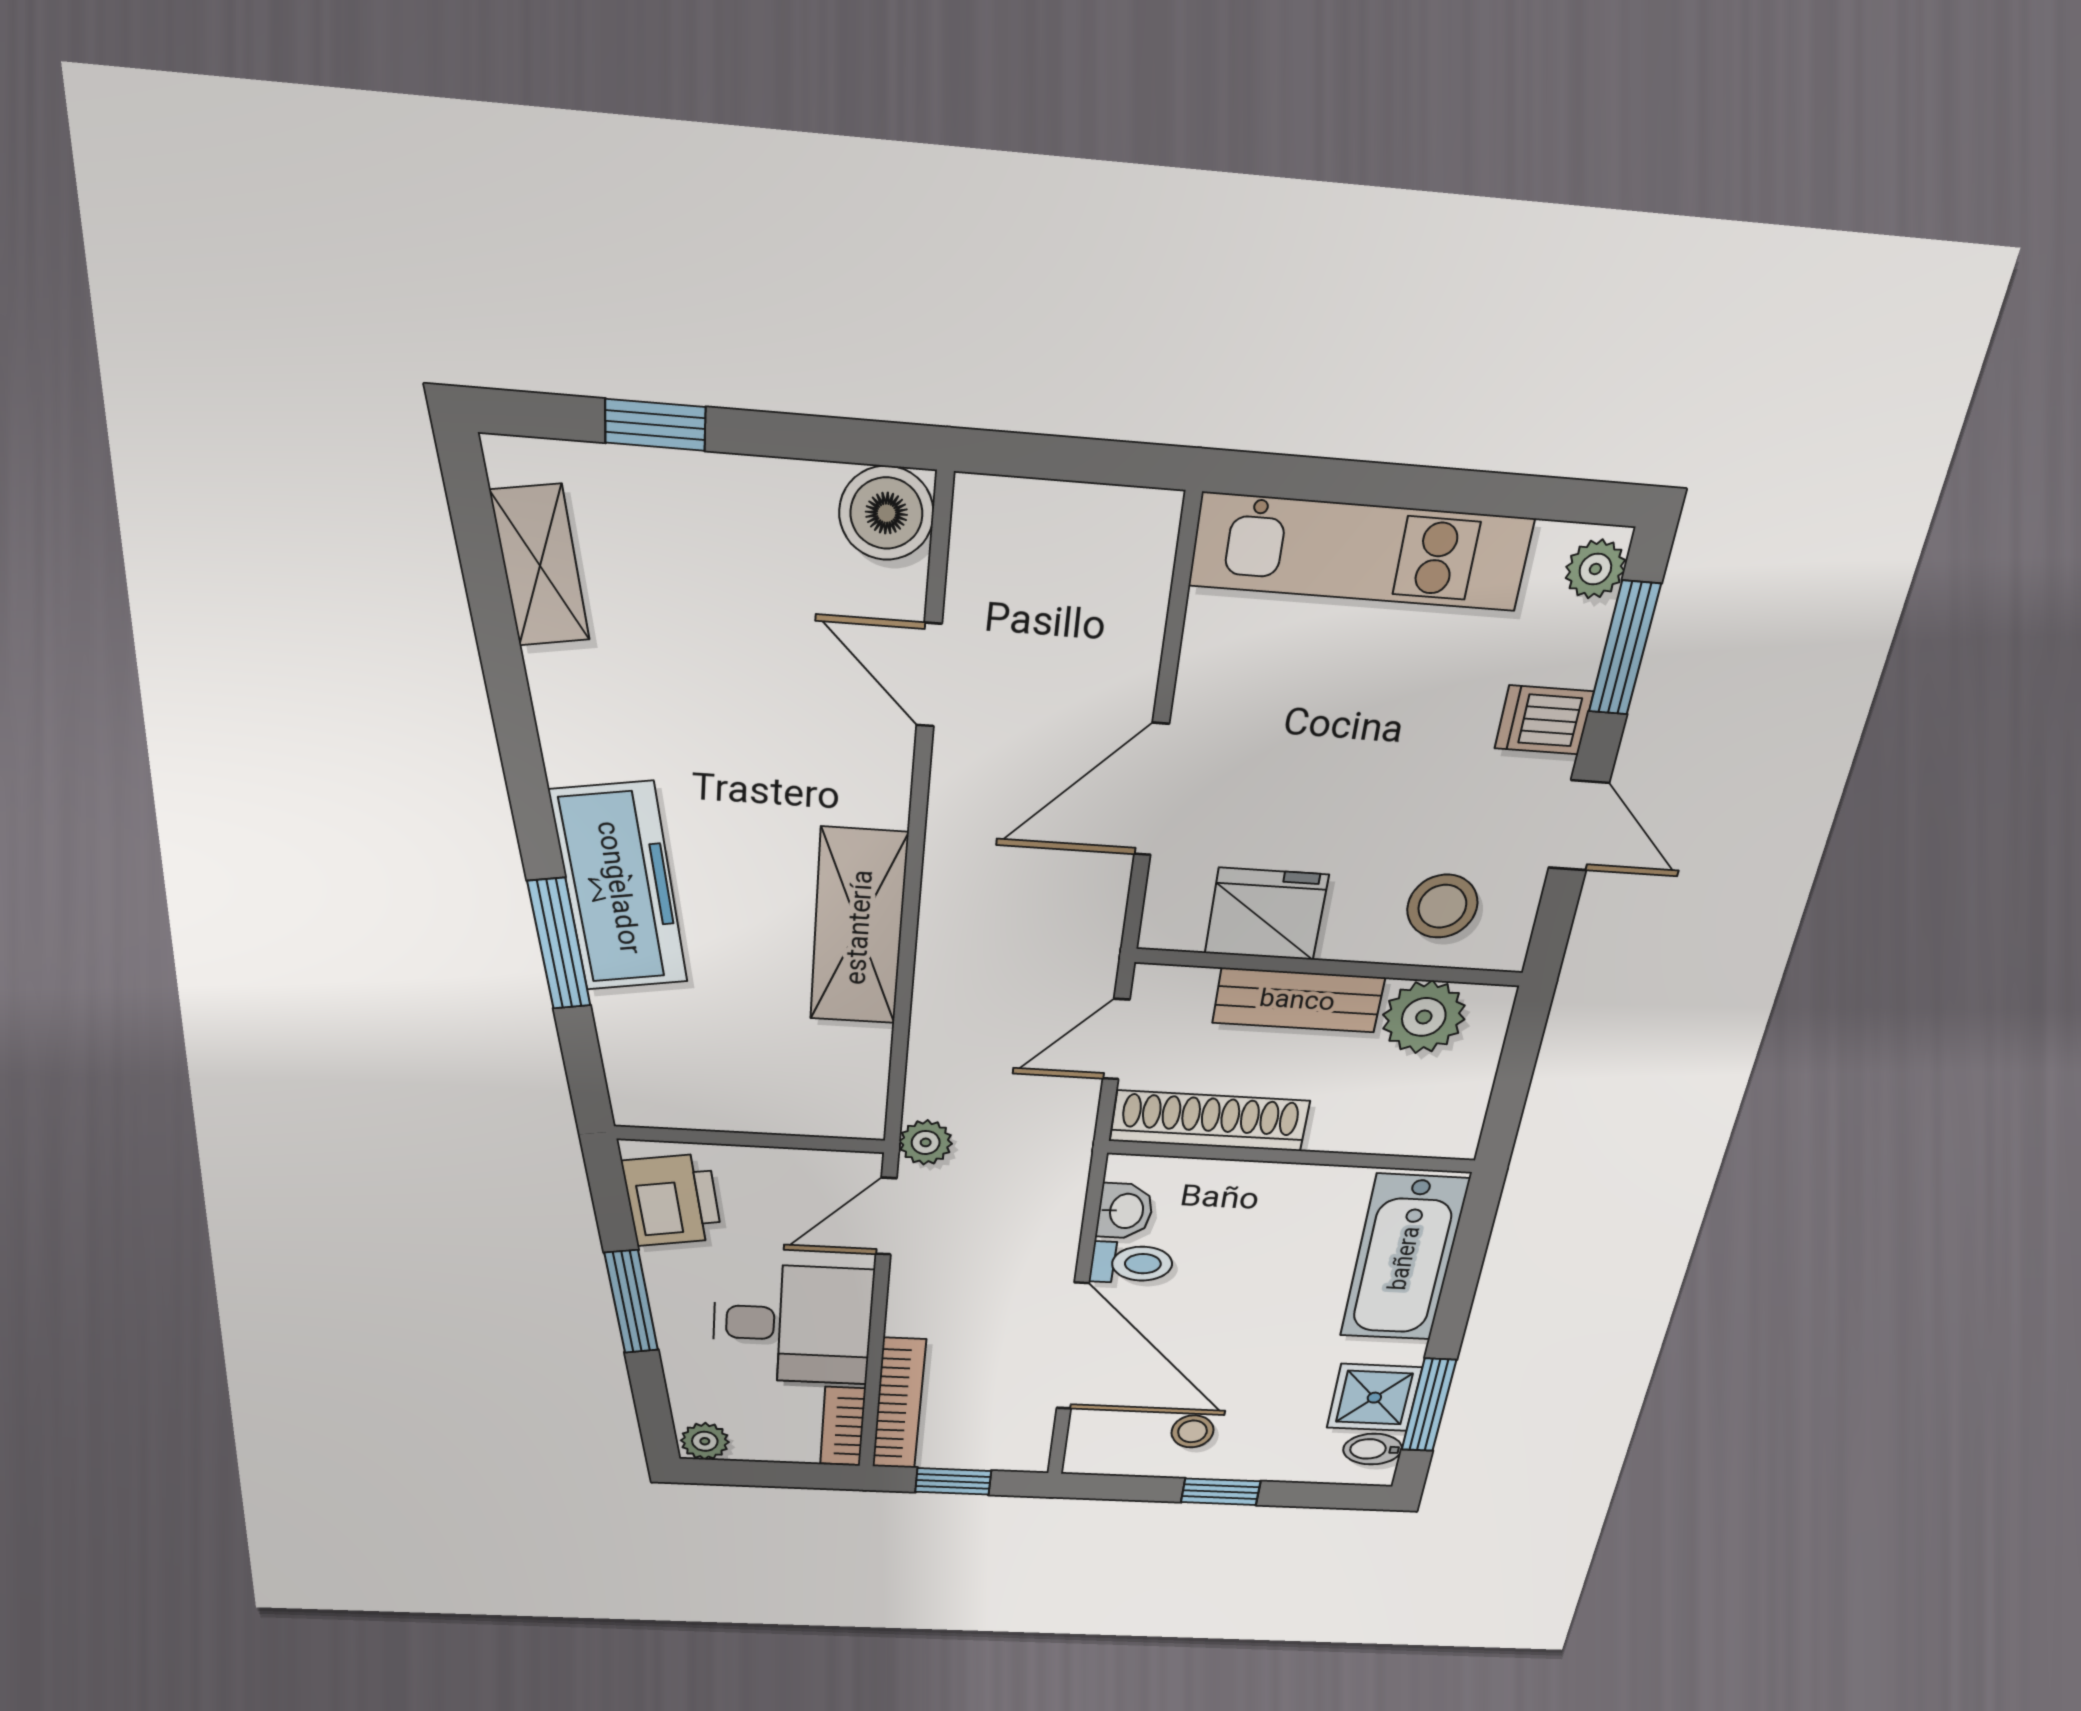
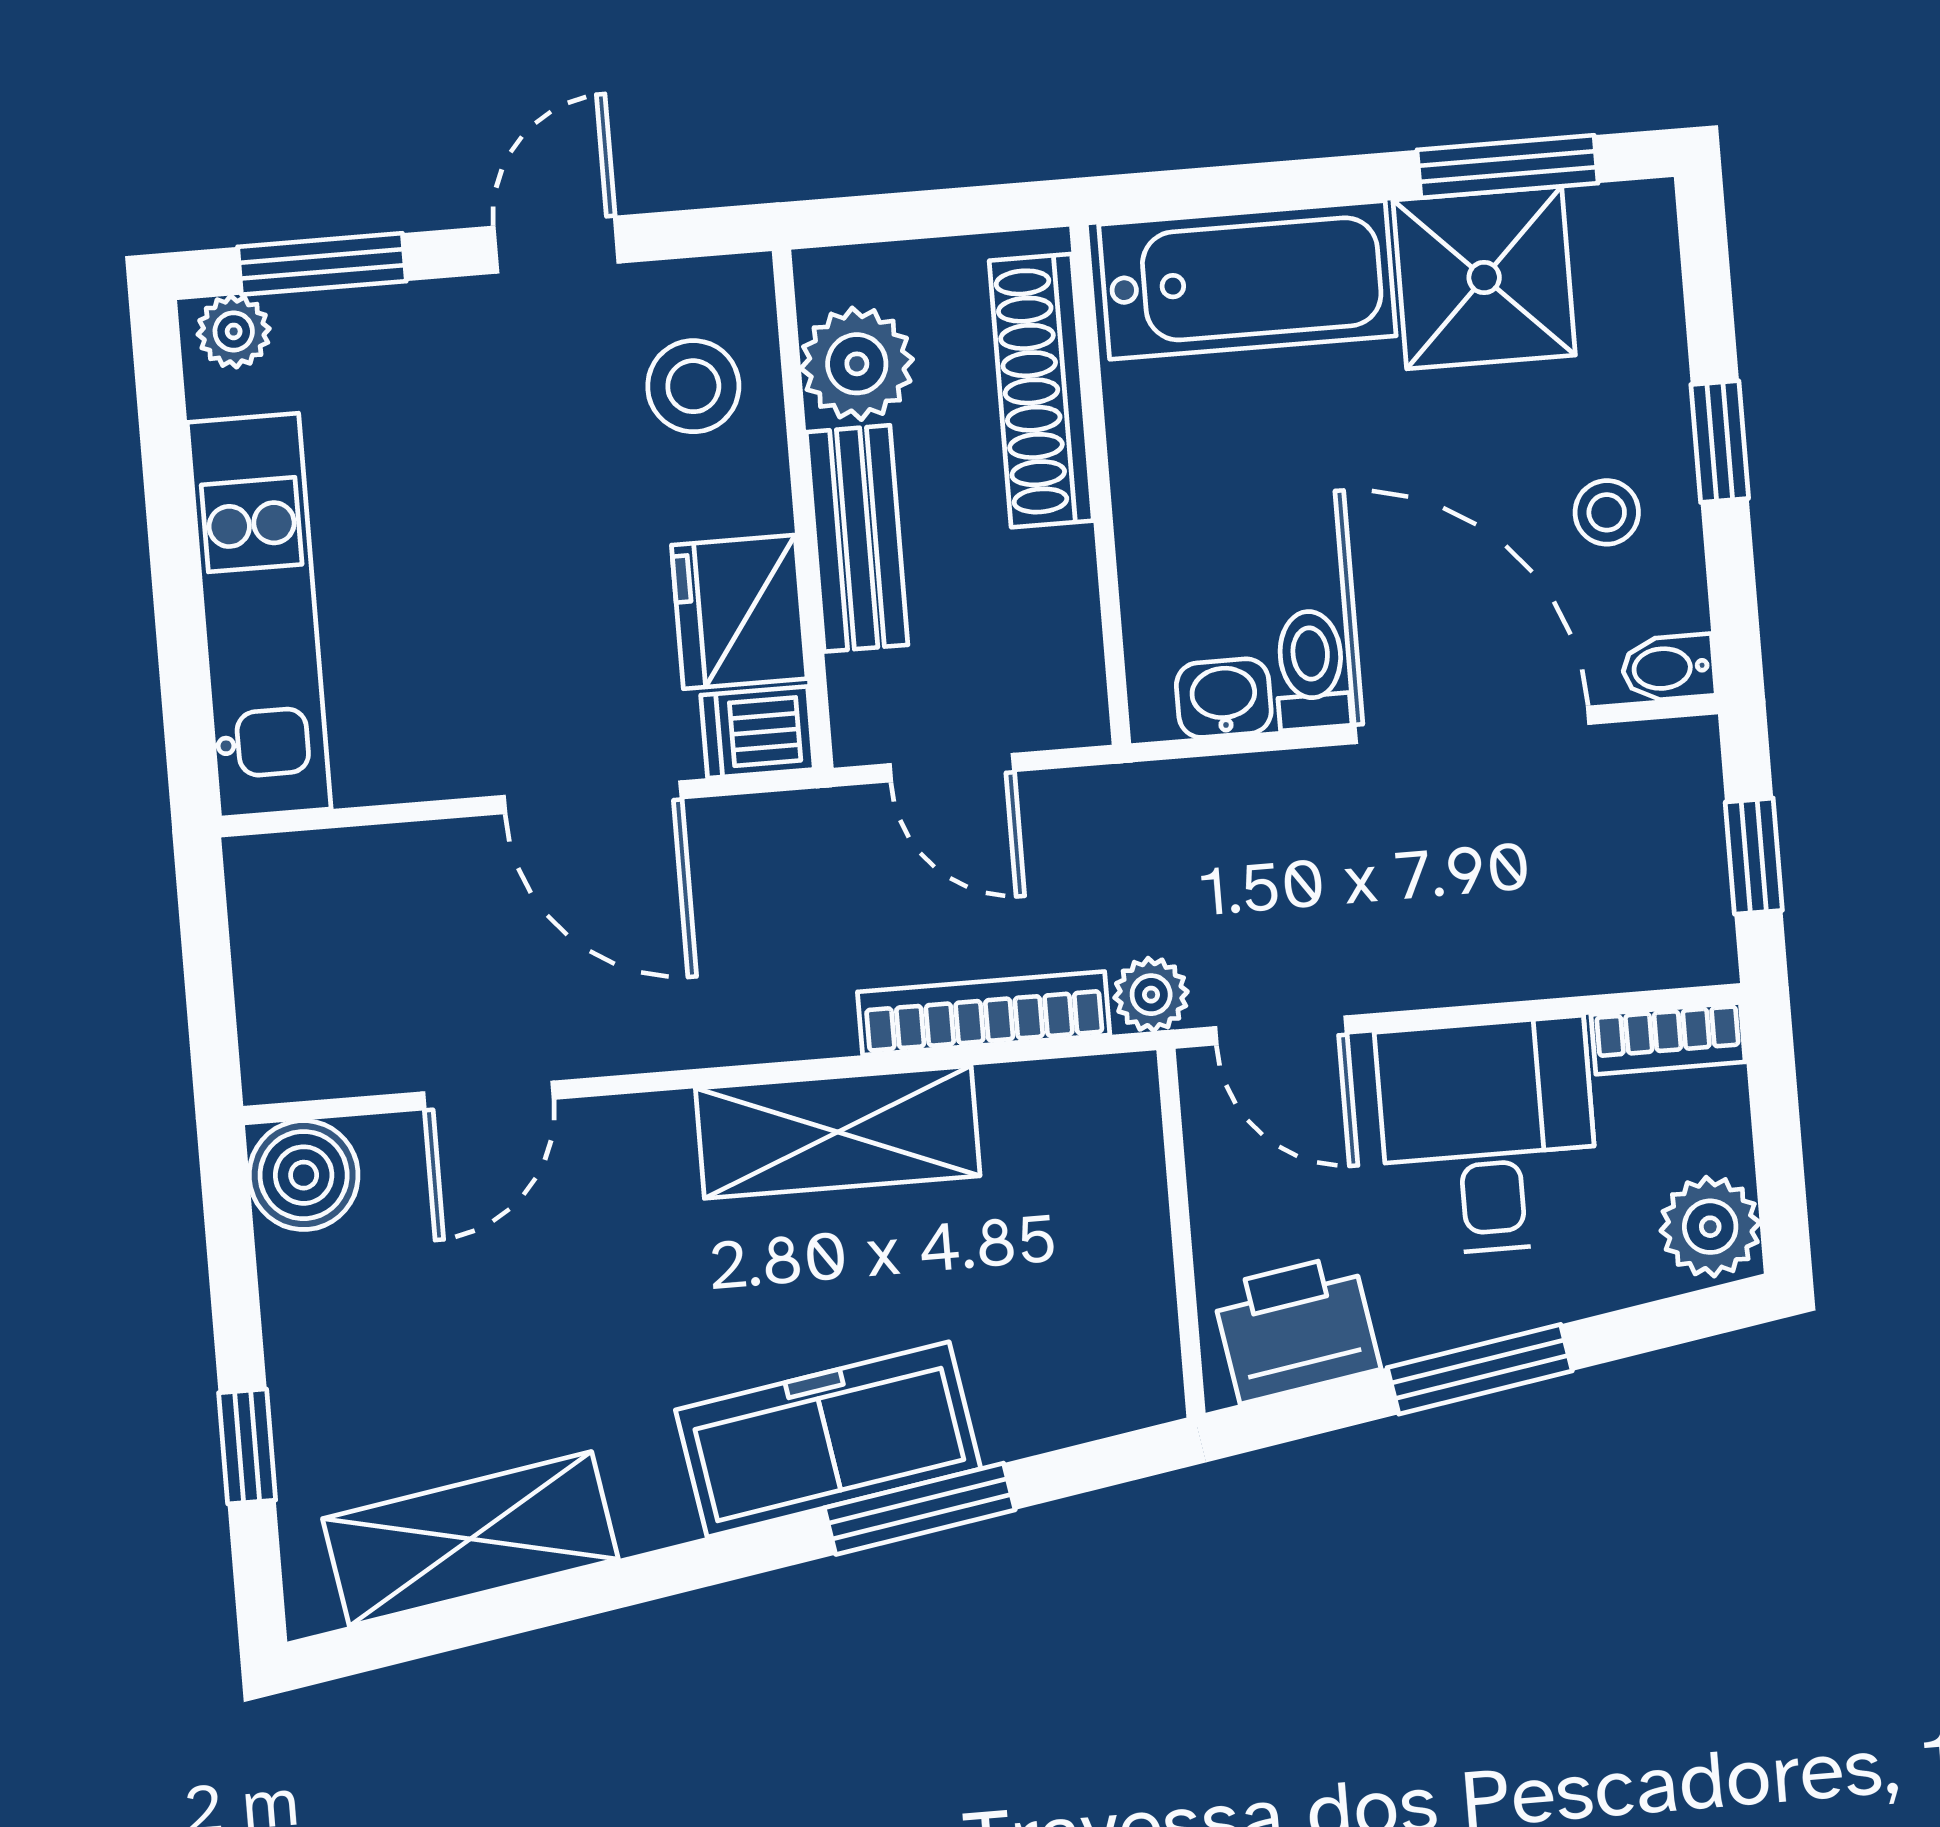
shelving: (540, 566) -> (470, 1539), width x1.50, depth x1.33
dishwasher: (1544, 720) -> (758, 732), moved, turned 90
shoe rack: (1210, 1121) -> (1041, 391), moved
door: (1073, 1347) -> (1472, 725), hinge flipped
shower: (1374, 1398) -> (1484, 278), width x1.36, depth x1.36
bookcase: (899, 1404) -> (984, 1013), moved
plant: (705, 1441) -> (1710, 1227), width x1.38, depth x1.38
bidet: (1373, 1449) -> (1669, 668), moved, turned 90

